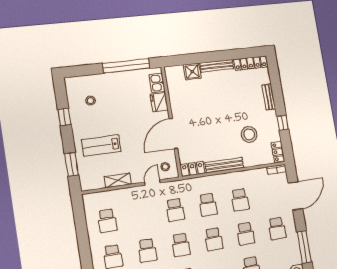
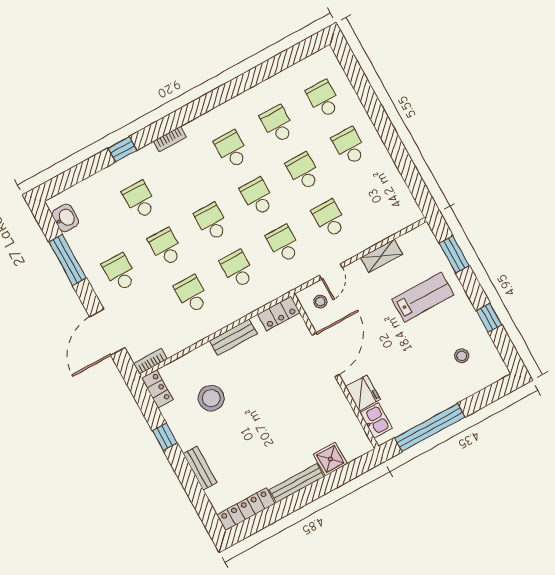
bench: (224, 165) -> (233, 337), width x0.73
school desk: (107, 221) -> (329, 219), moved

